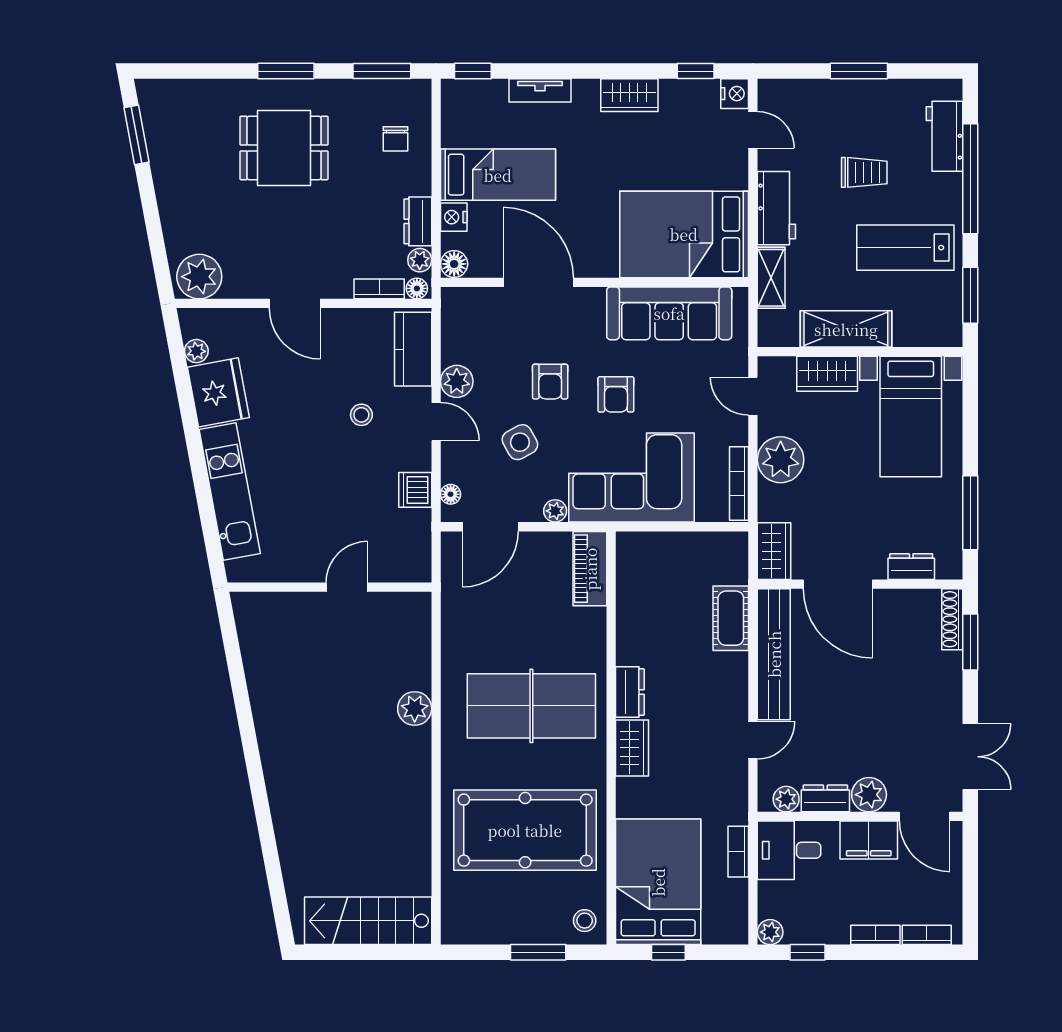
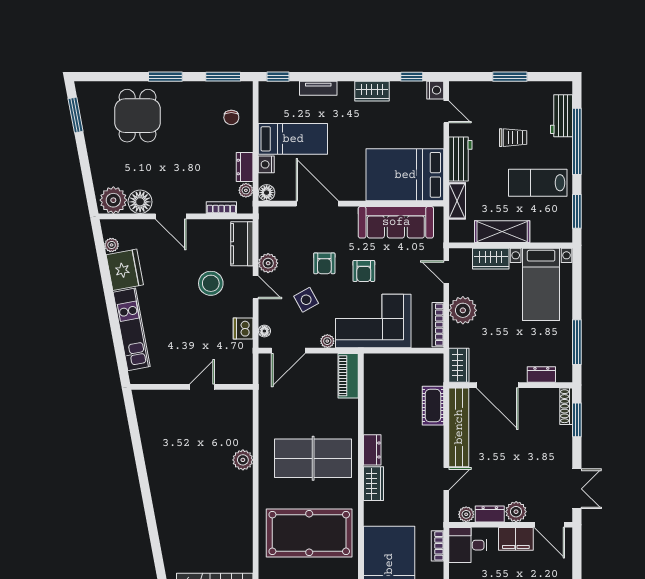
dining table: (284, 148) -> (137, 116), moved, turned 90
floor lamp: (417, 288) -> (140, 202), moved, width x1.89, depth x1.89
stool: (361, 415) -> (211, 283), width x1.89, depth x1.89

